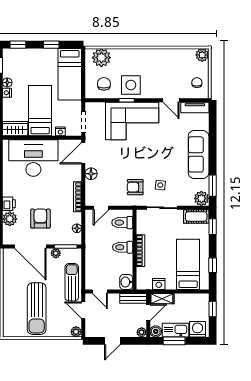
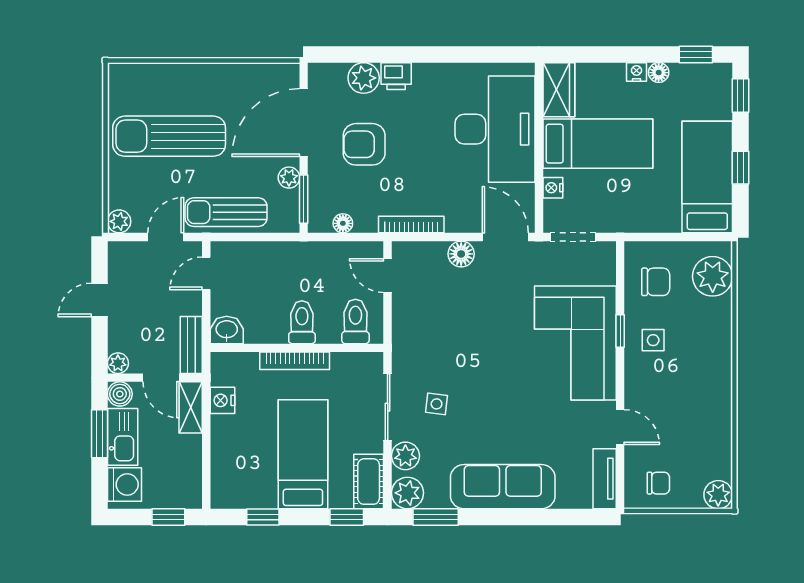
bed: (70, 74) -> (707, 177), moved, turned 90
side table: (131, 85) -> (653, 340), width x0.54, depth x0.54
door: (171, 100) -> (620, 427), swing flipped
armchair: (135, 187) -> (432, 349), removed
plant: (184, 199) -> (405, 456), added
armchair: (40, 219) -> (364, 144), turned 180
bed: (188, 264) -> (303, 454), moved, turned -90
sun lounger: (72, 282) -> (226, 212), turned 180
door: (112, 341) -> (99, 300), hinge flipped

